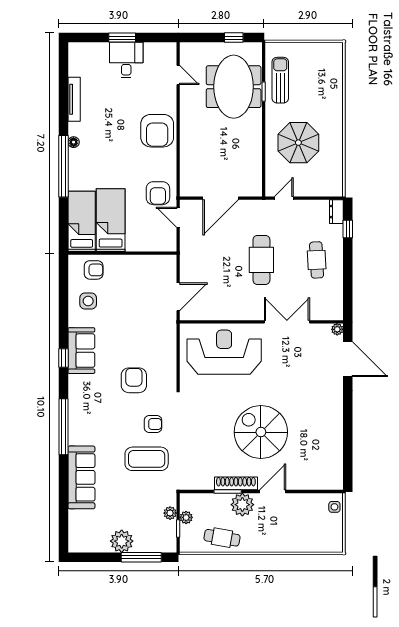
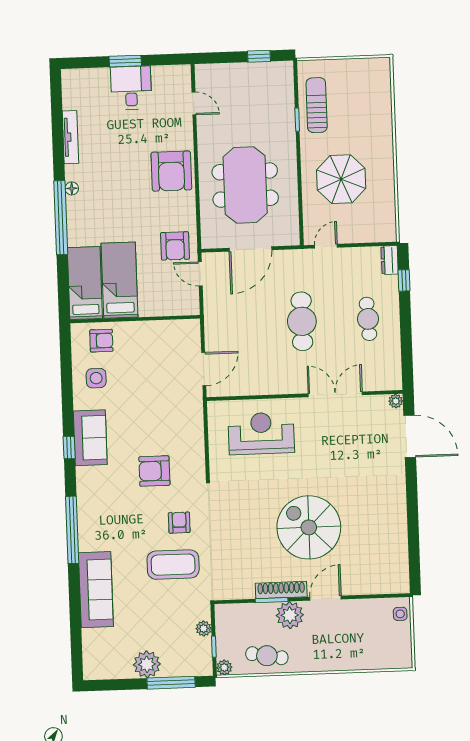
meeting table: (234, 87) -> (245, 185), moved
reception desk: (224, 352) -> (261, 433), width x0.74, depth x0.77
armchair: (134, 380) -> (154, 471), turned -90
armchair: (153, 424) -> (179, 523), turned -90
plant: (186, 517) -> (224, 667), moved

